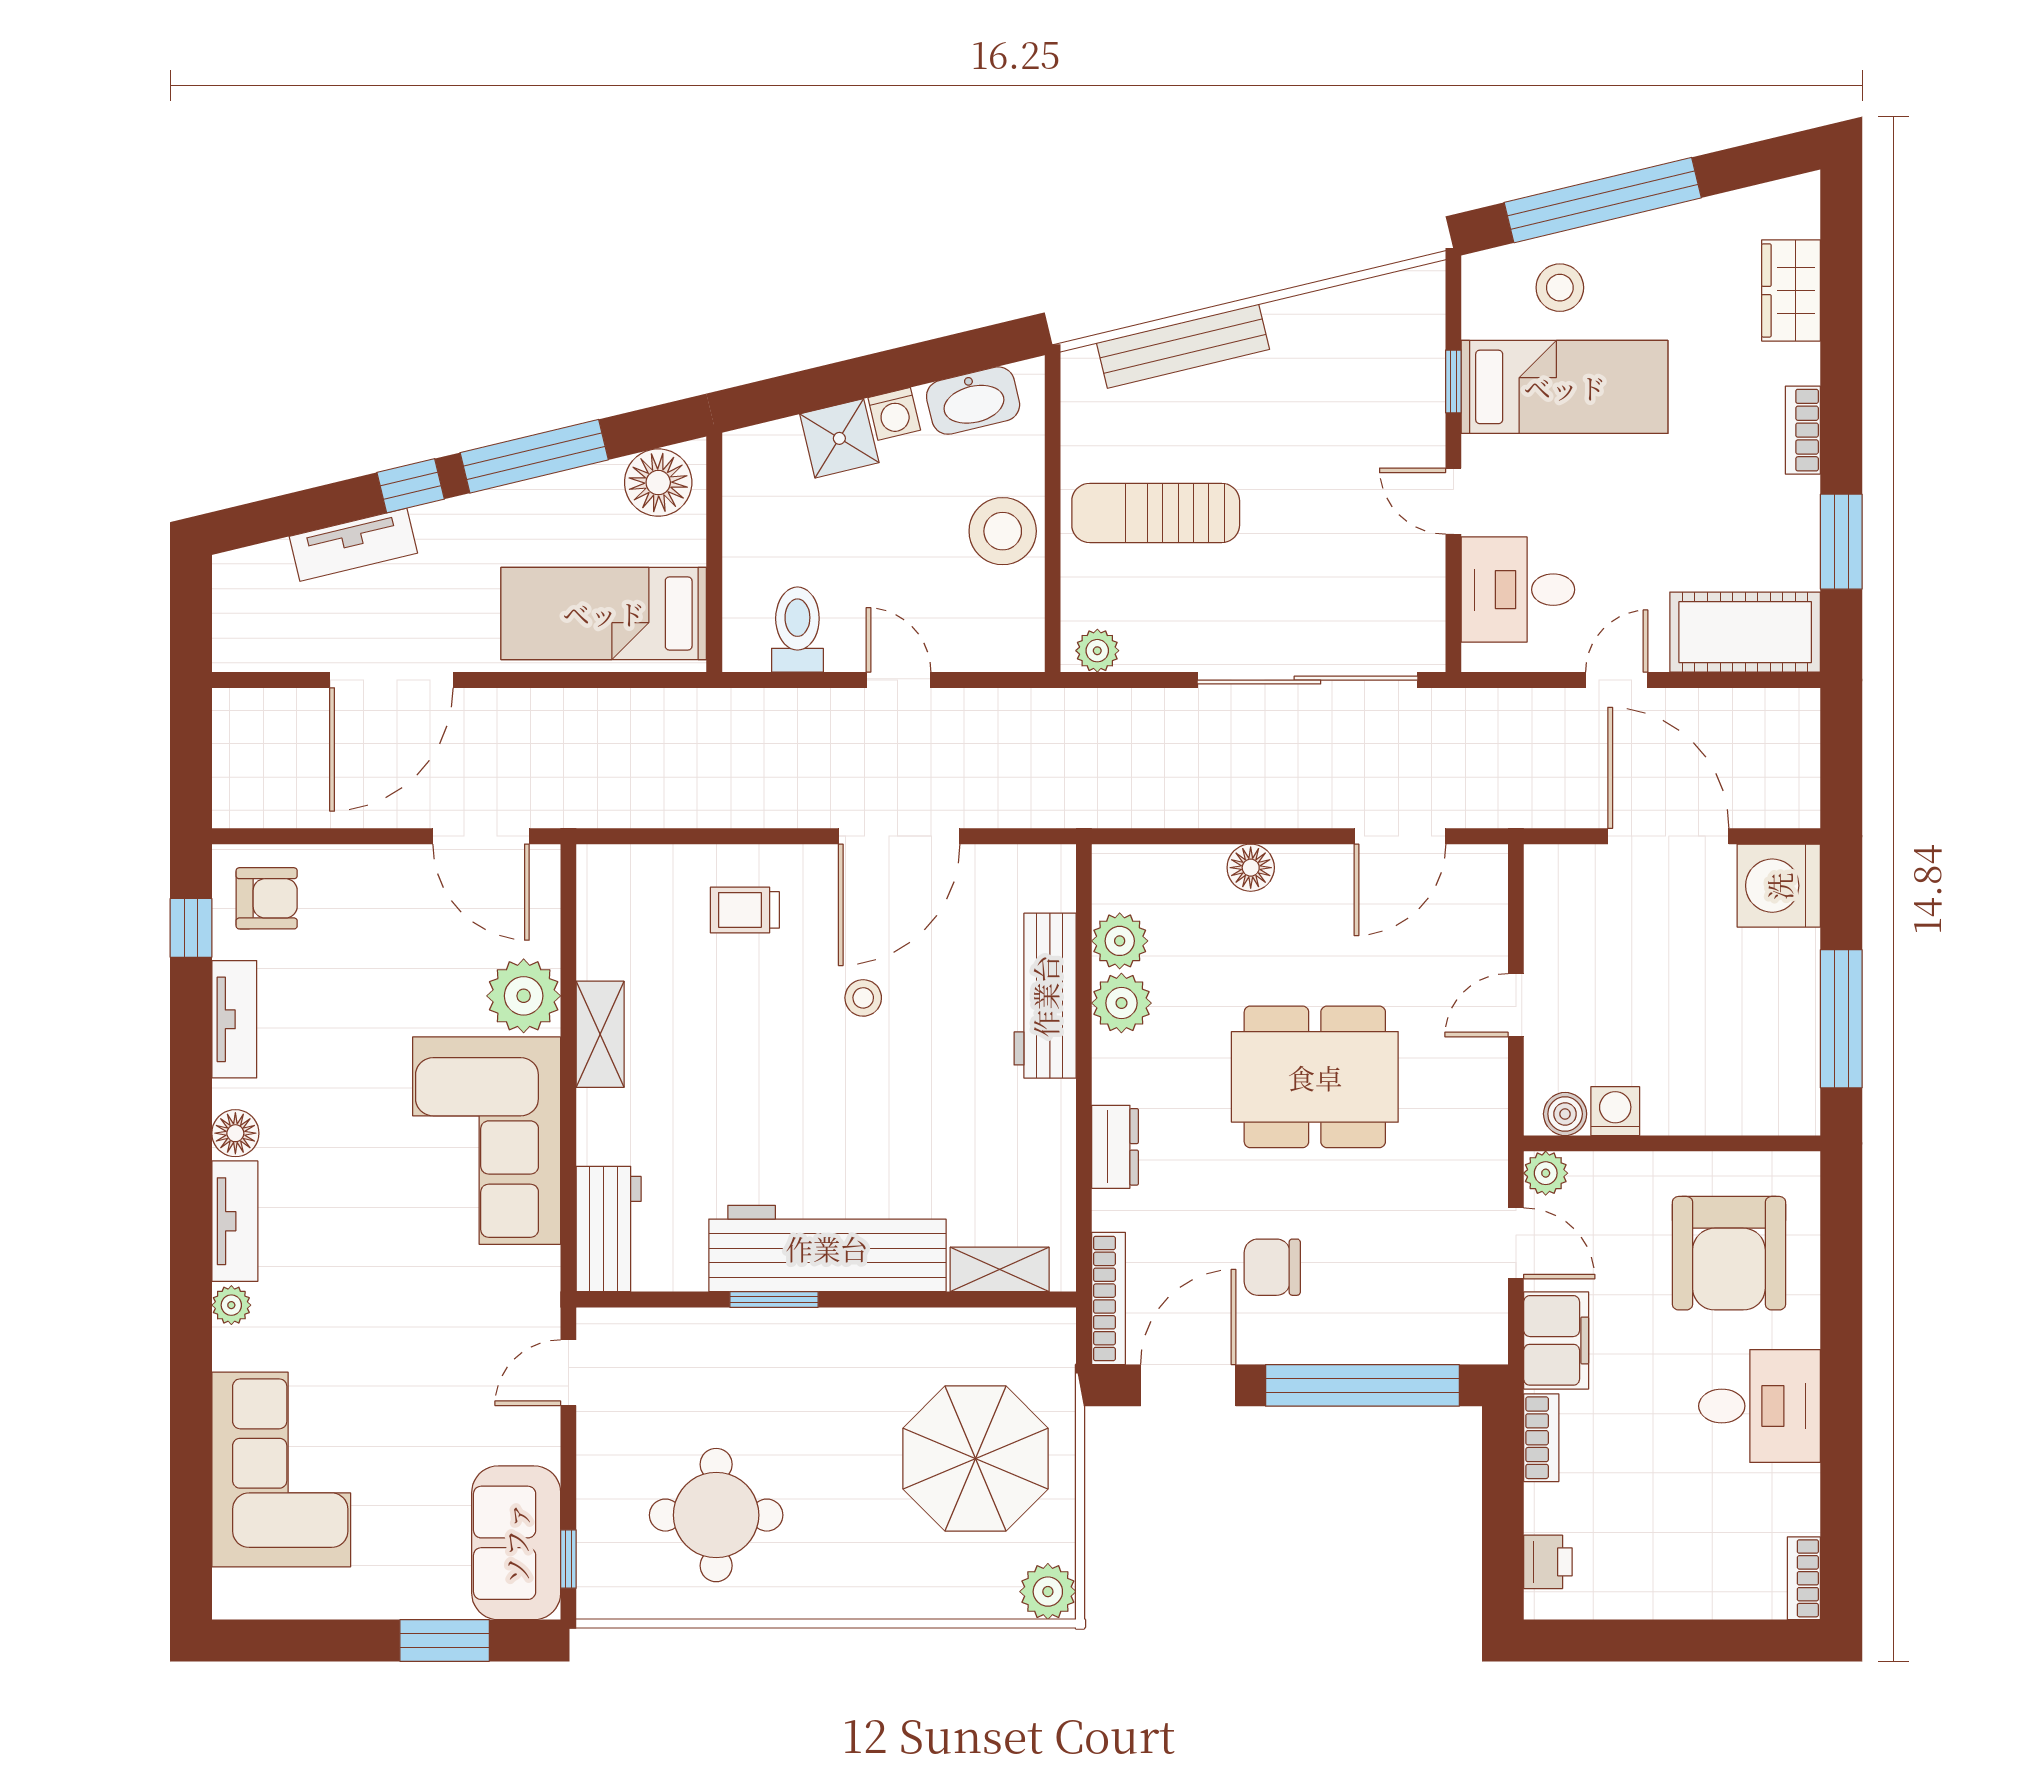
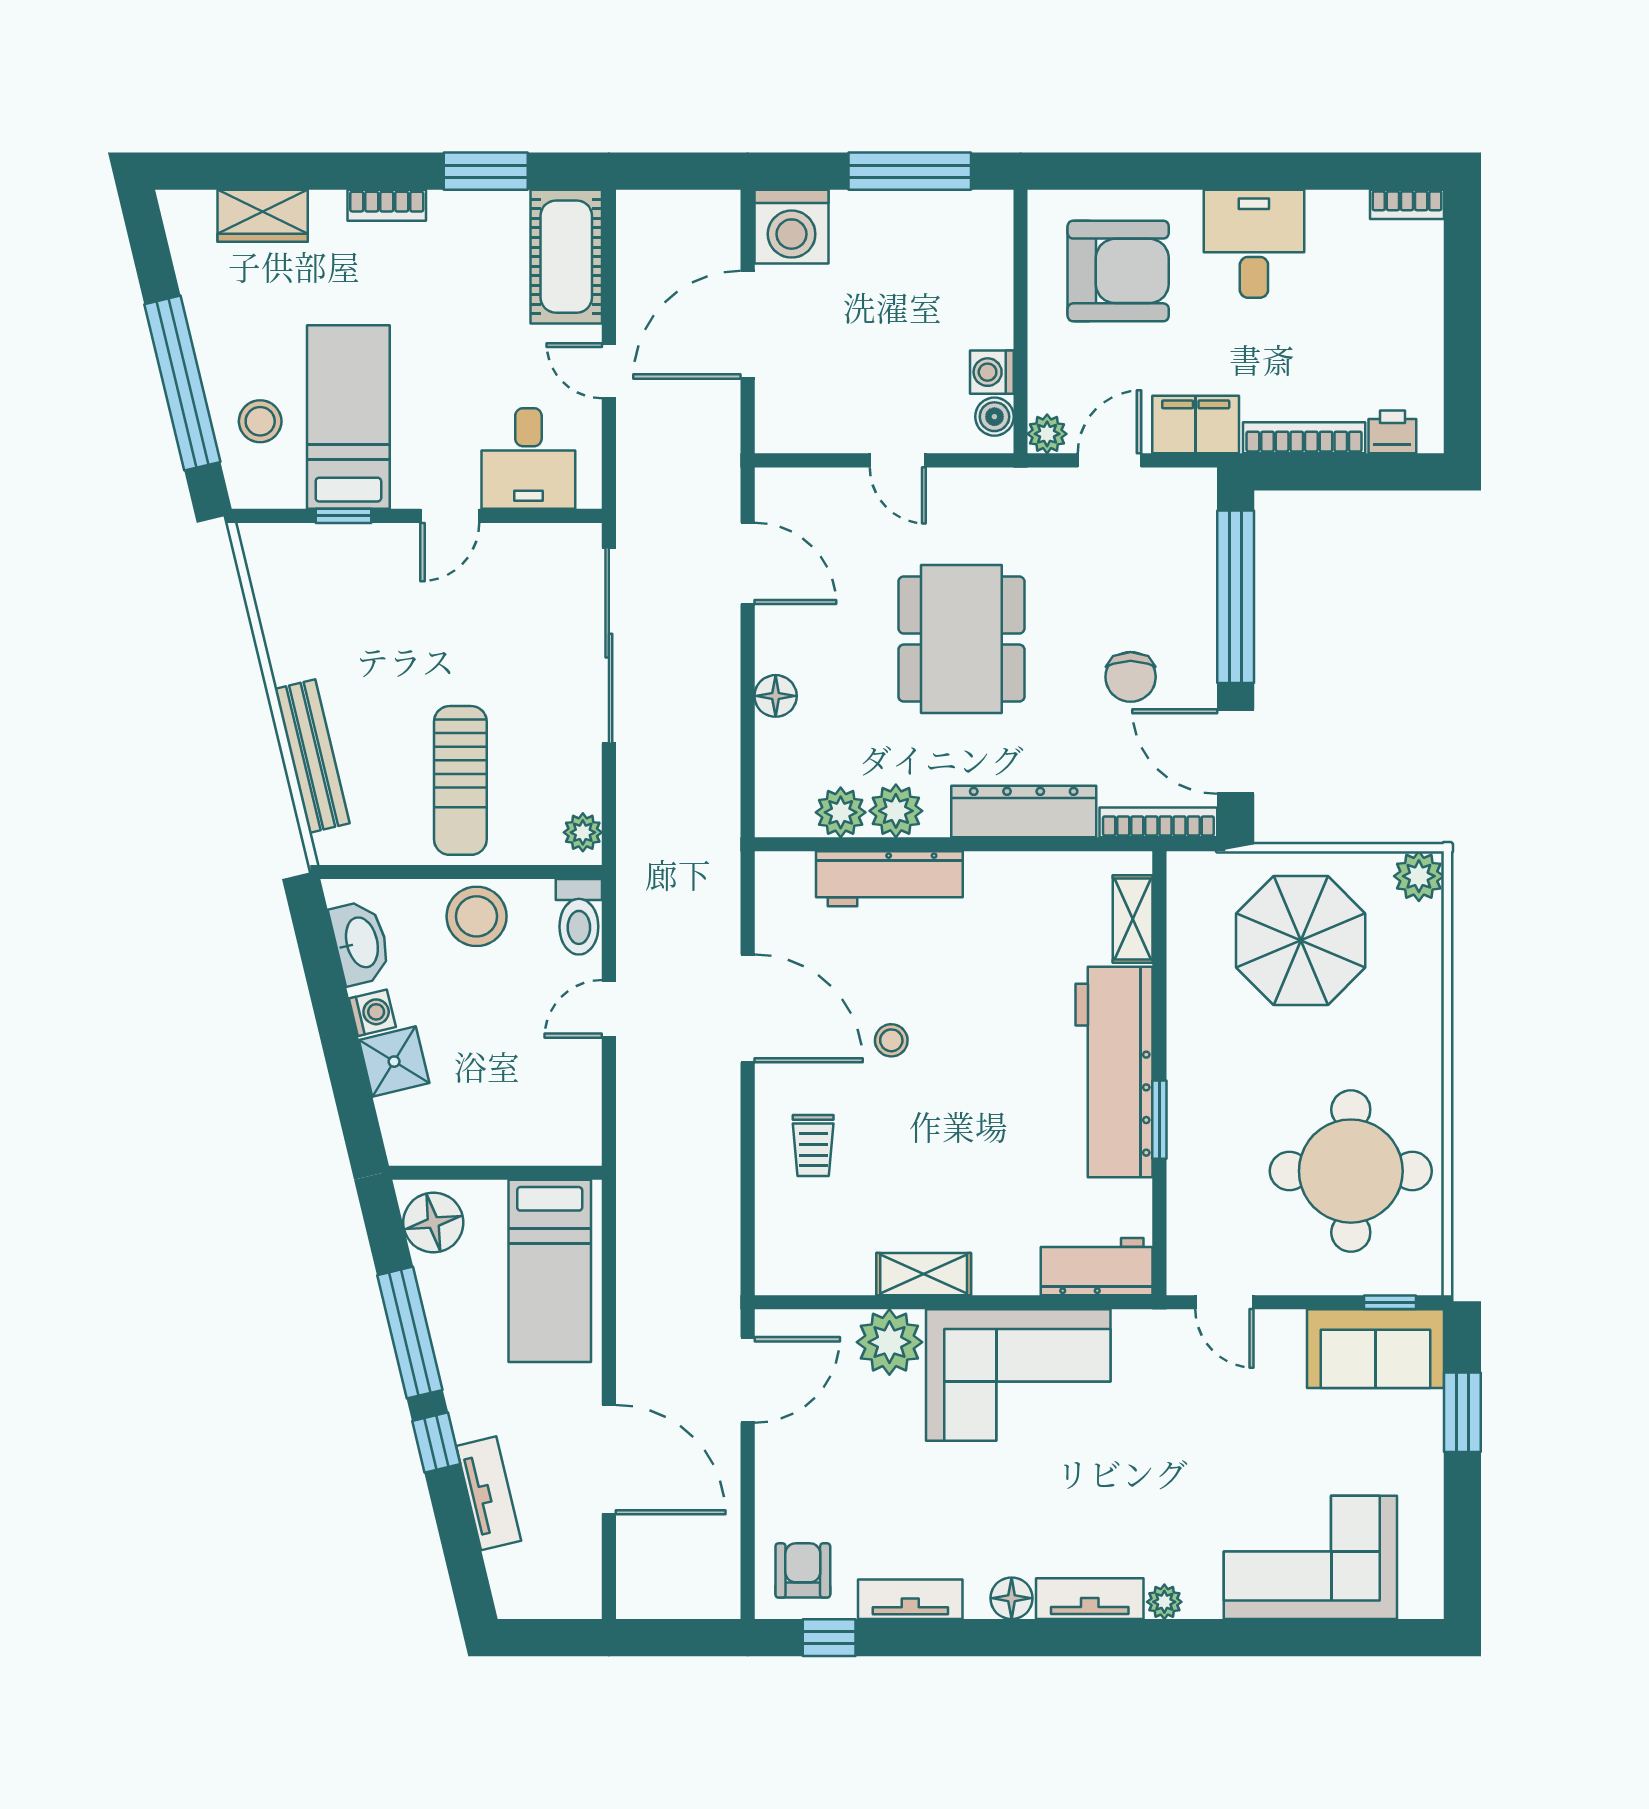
toilet: (797, 630) -> (579, 917), moved, turned -90
dresser: (1115, 1147) -> (1024, 812), width x1.96, depth x1.24
bookcase: (1541, 1438) -> (1304, 438), width x1.56
round table: (716, 1515) -> (1351, 1171), width x1.36, depth x1.36

